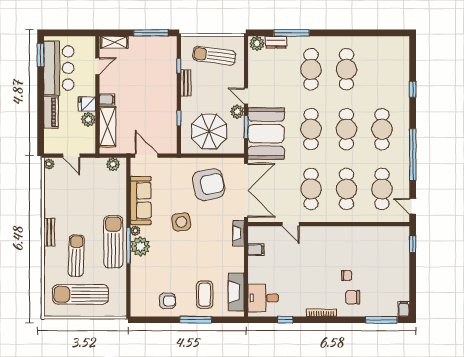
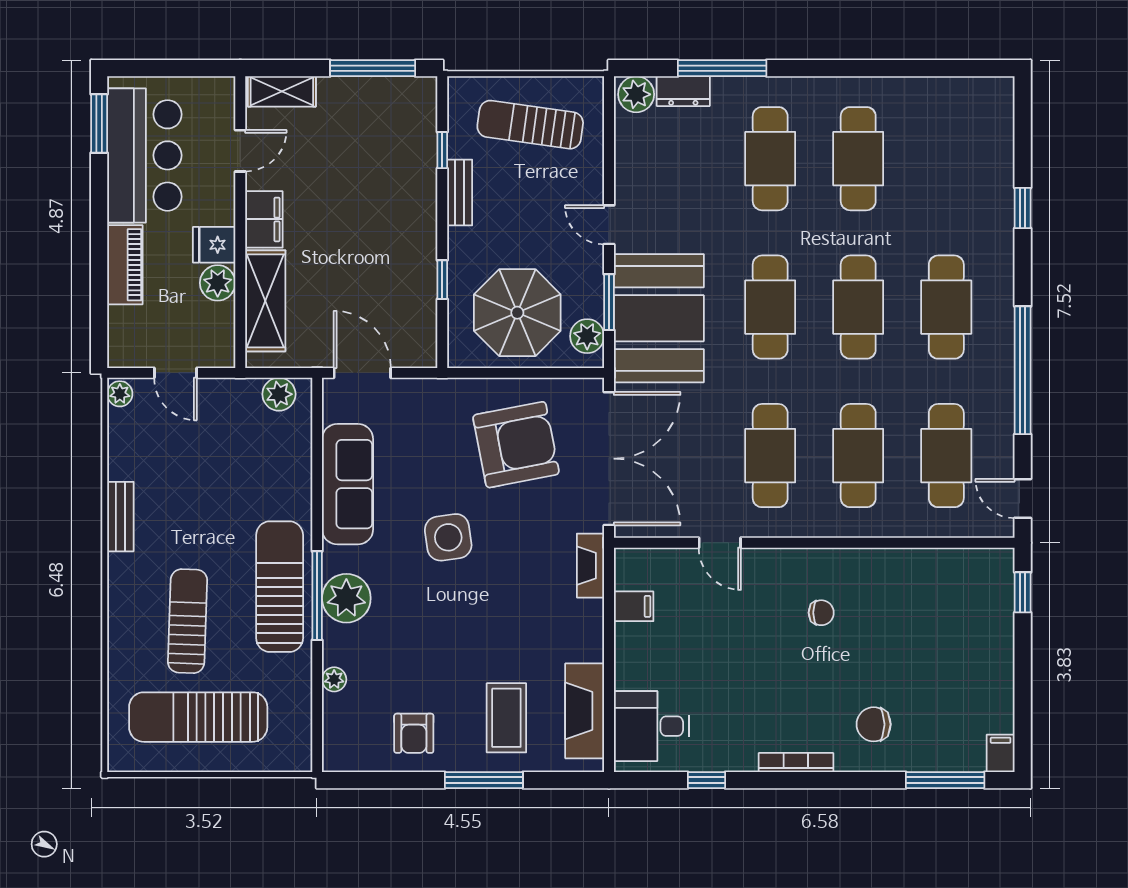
filing cabinet: (107, 100) -> (264, 219), width x2.00
plant: (237, 112) -> (587, 336), moved
plant: (135, 231) -> (334, 679), moved
bench: (49, 232) -> (120, 517), moved
chair: (347, 276) -> (821, 613), moved
armchair: (167, 301) -> (414, 733), turned 90

